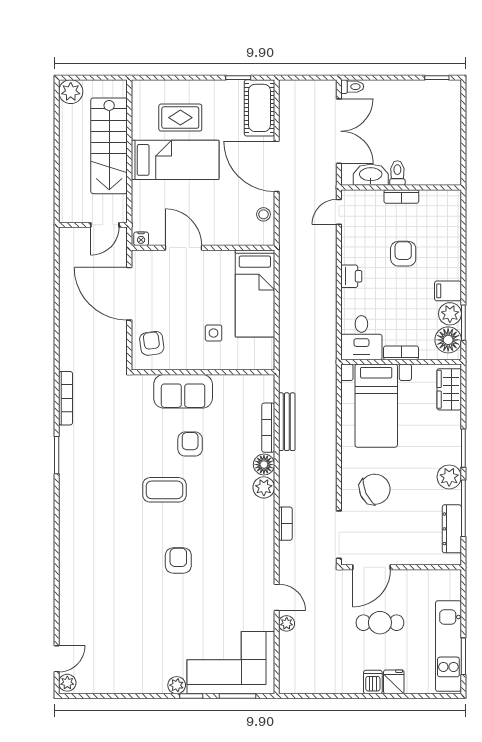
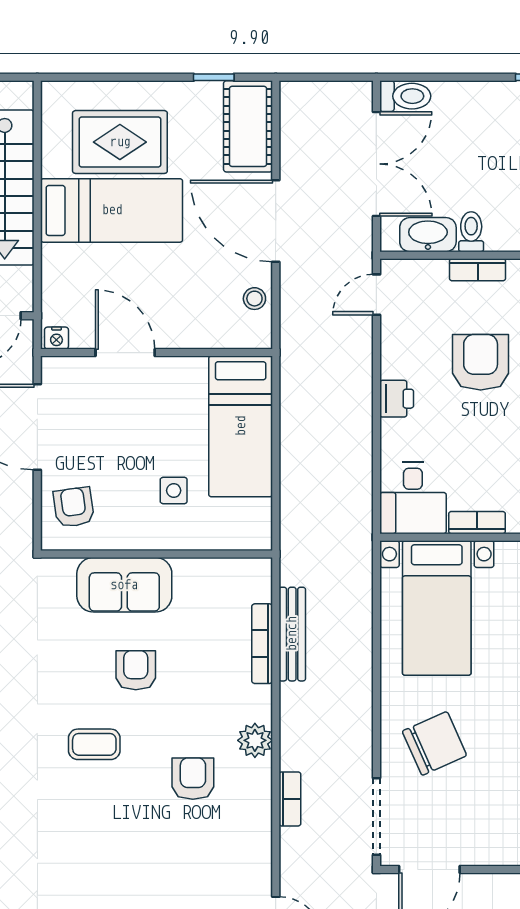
toilet: (352, 87) -> (405, 96), width x1.37, depth x1.39
rug: (180, 118) -> (120, 142), width x1.36, depth x1.43
armchair: (403, 254) -> (481, 362), width x1.38, depth x1.38
floor lamp: (264, 465) -> (255, 703), removed
coffee table: (164, 490) -> (94, 744), width x0.73, depth x0.77
armchair: (178, 560) -> (193, 779), moved

